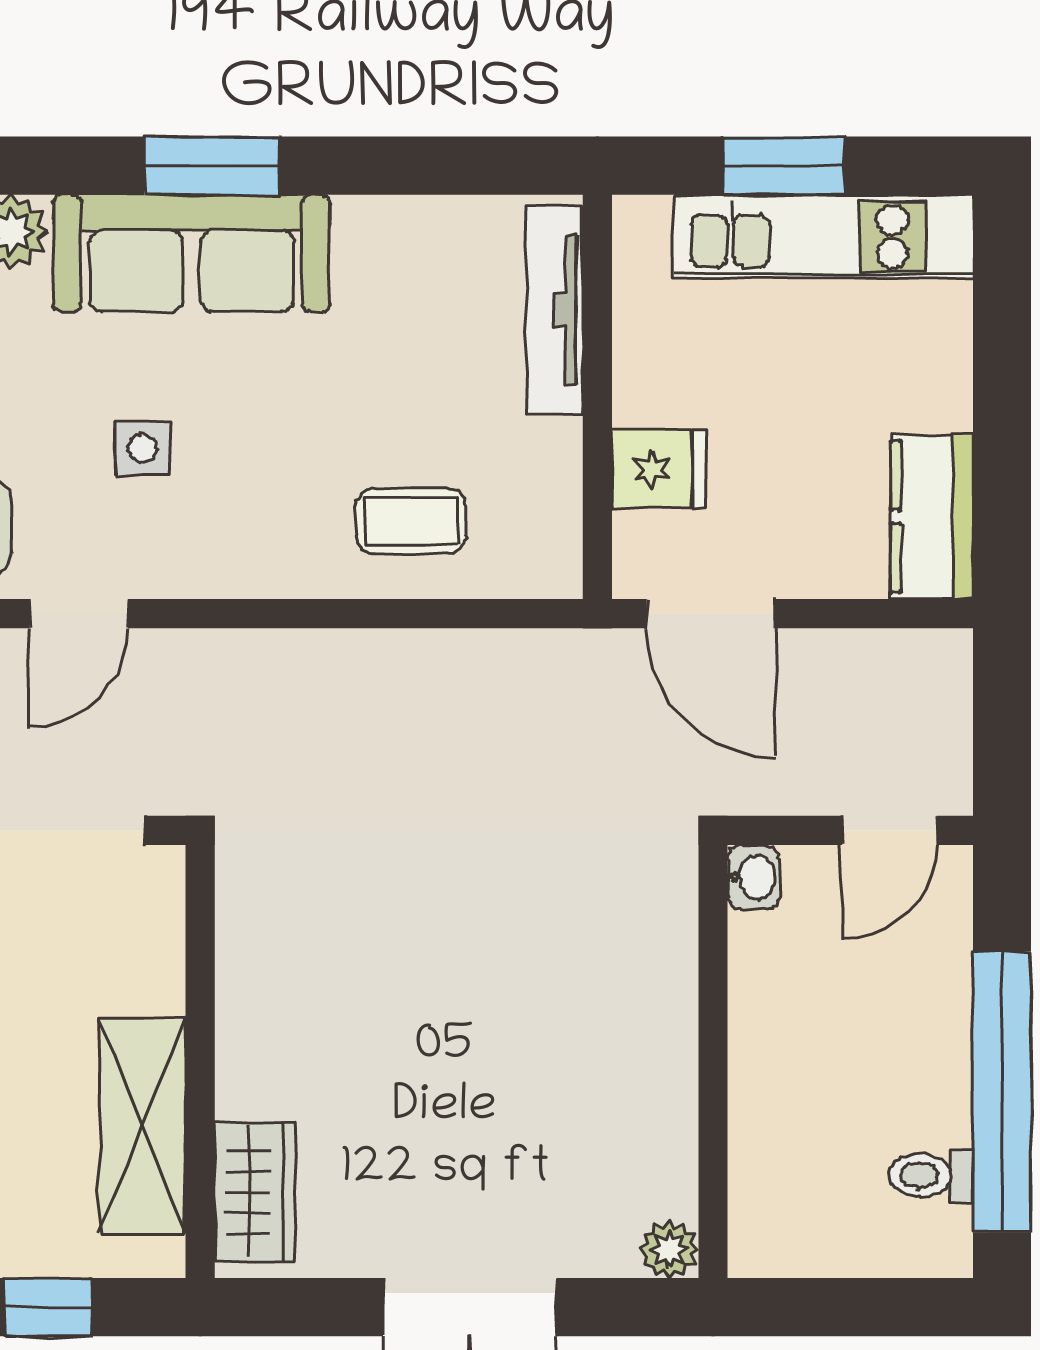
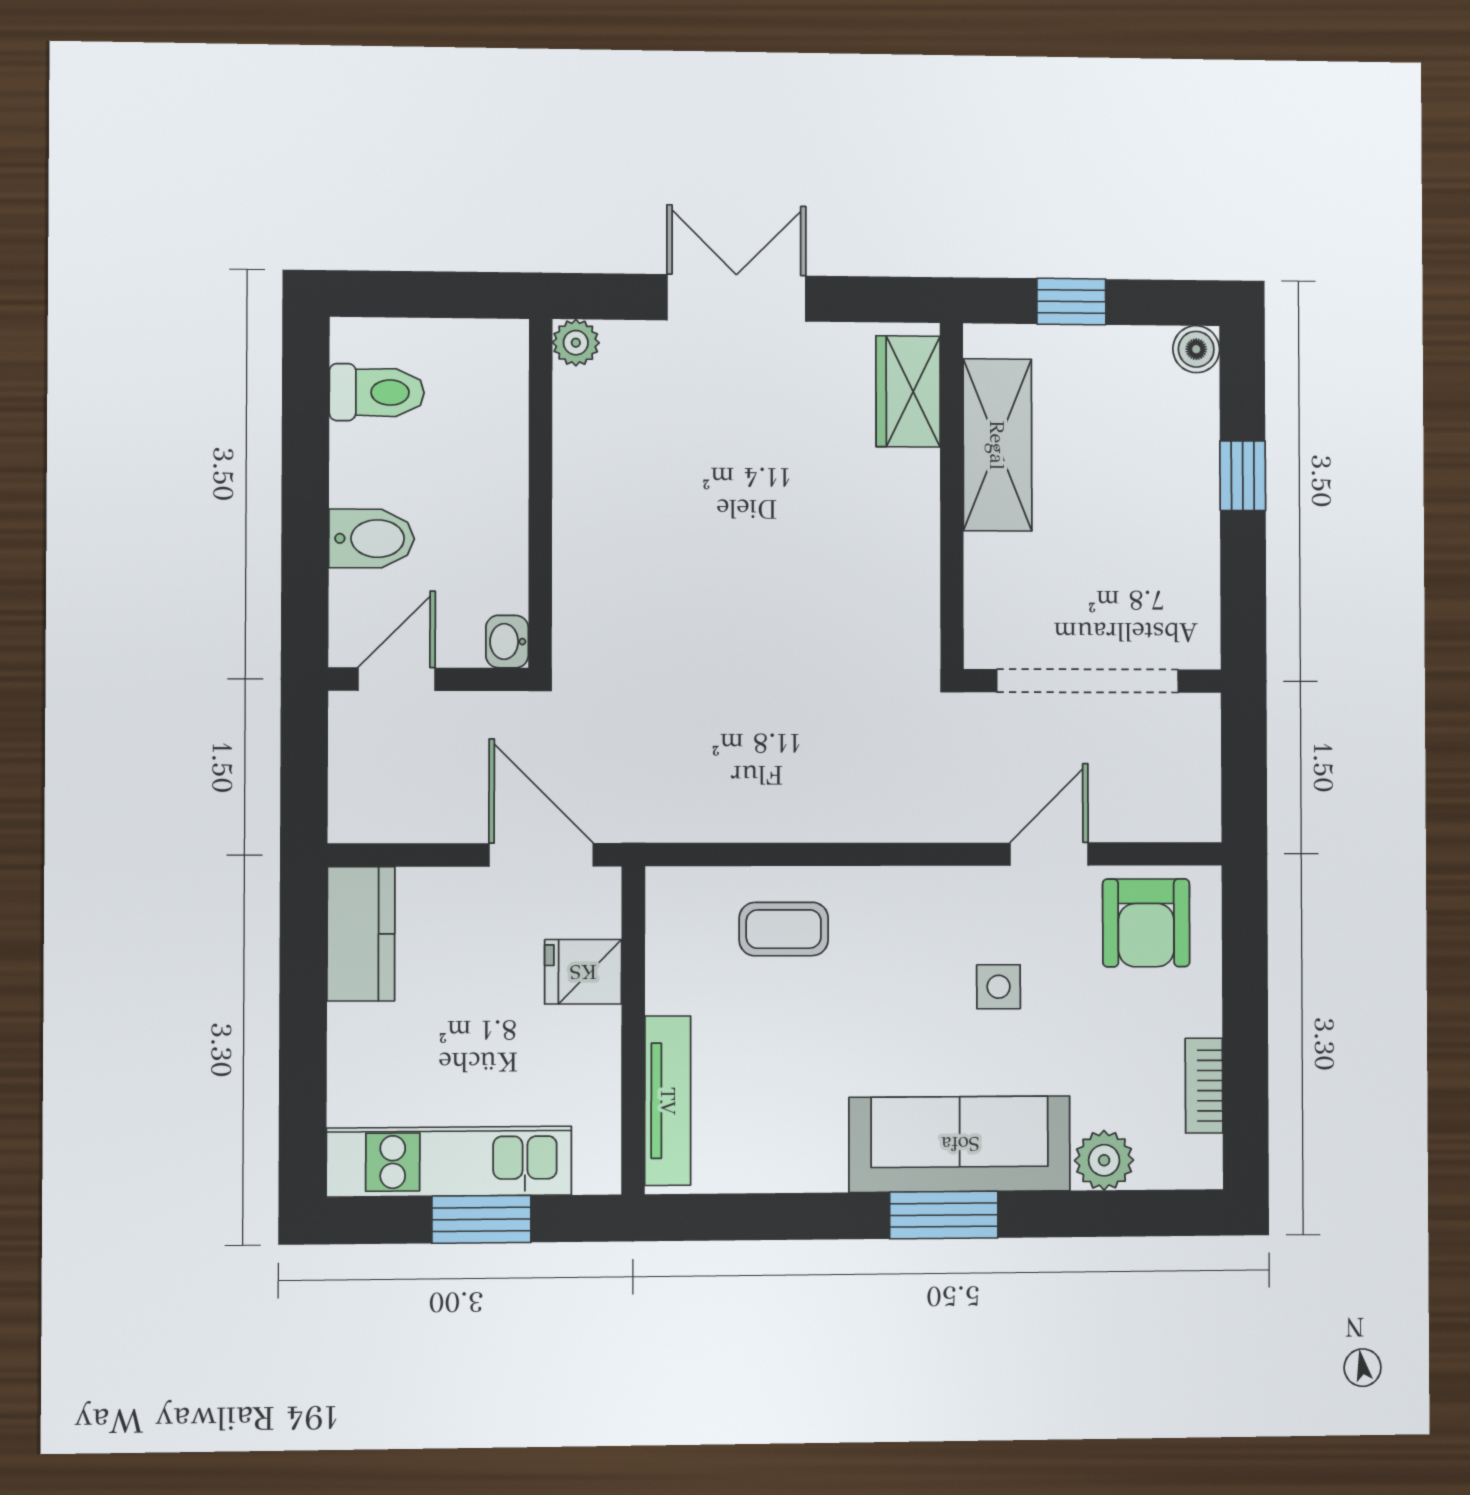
bidet: (921, 1004) -> (372, 539), added
window: (1002, 1092) -> (305, 467), removed
toilet: (931, 1175) -> (377, 392), width x1.37, depth x1.39

